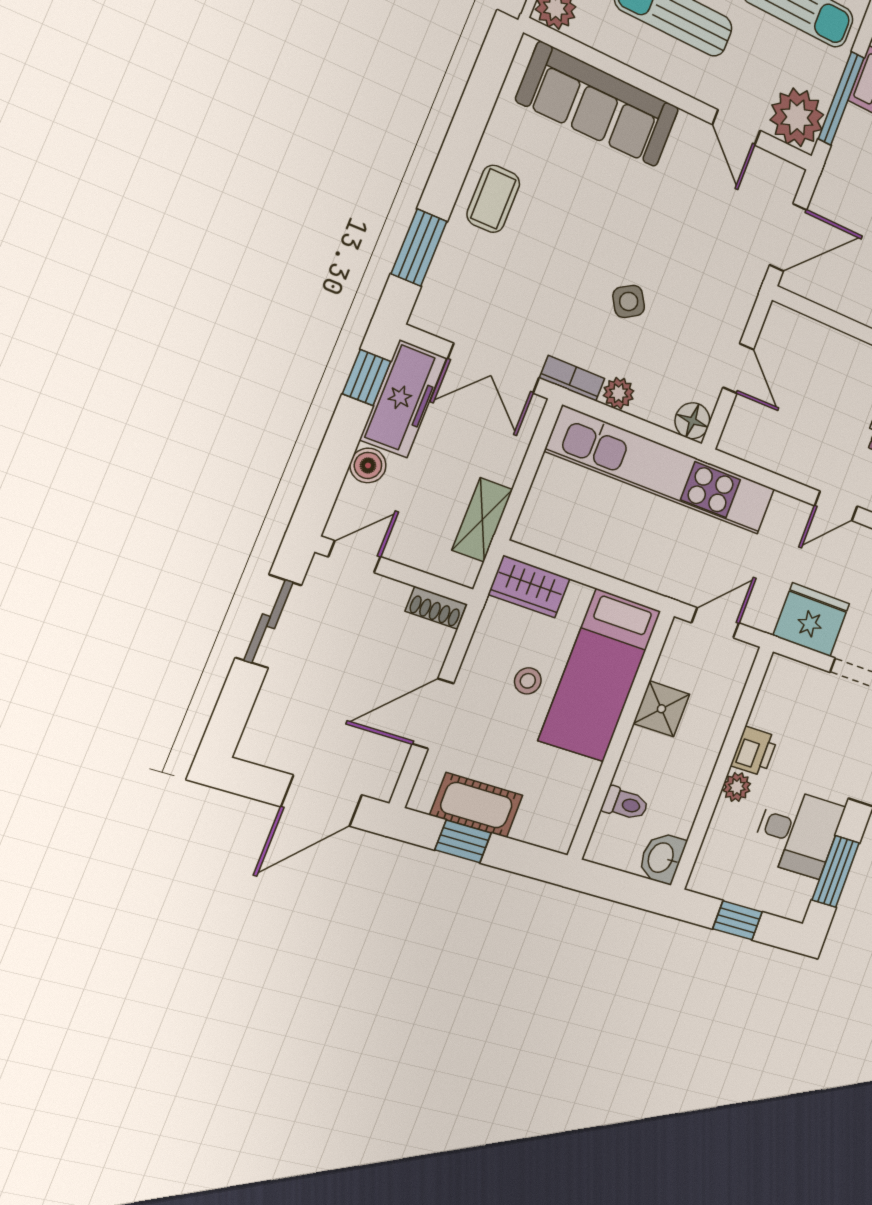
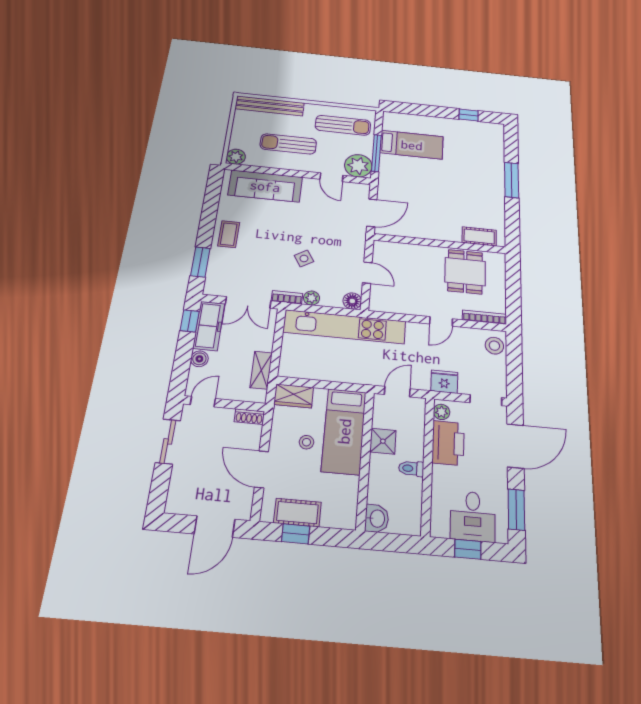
fridge: (811, 620) -> (444, 382), width x0.73, depth x0.75
door: (433, 714) -> (261, 469), hinge flipped
printer: (754, 751) -> (448, 443), width x1.87, depth x1.48
plant: (737, 787) -> (442, 412), moved
toilet: (625, 804) -> (411, 468), moved, turned 180
desk: (797, 832) -> (473, 516), moved, turned 90
washbasin: (662, 858) -> (377, 518), moved, turned 180

